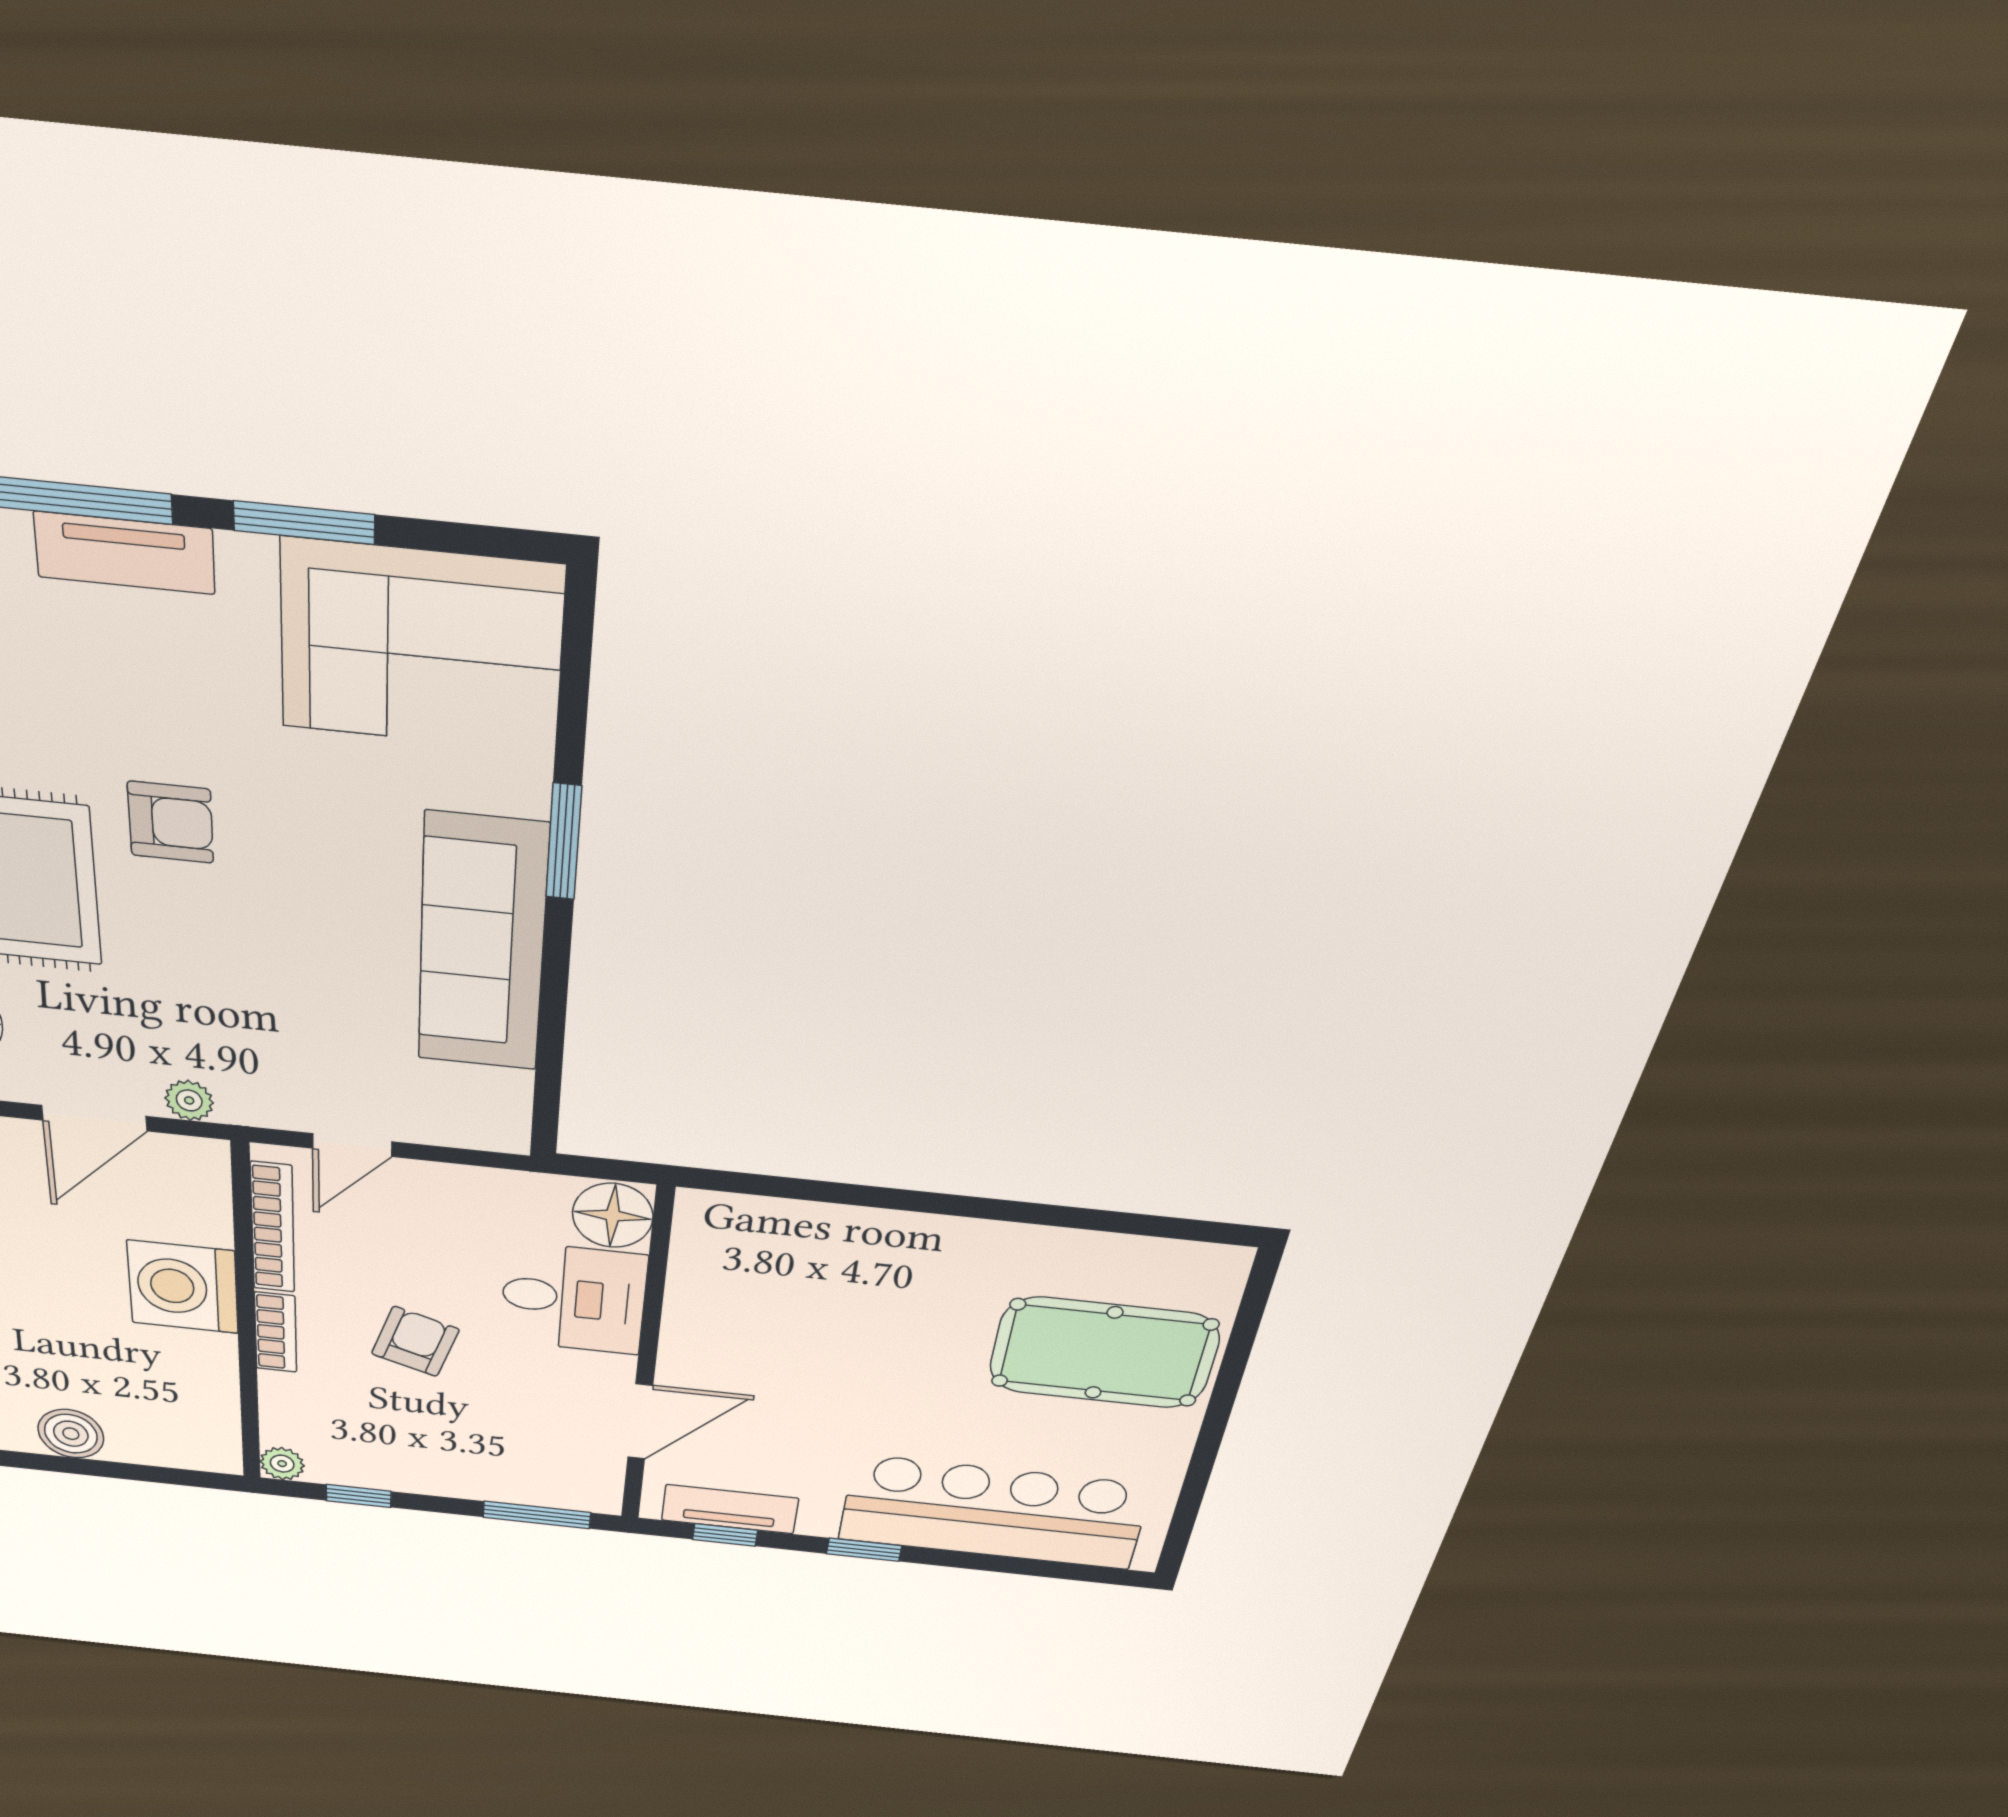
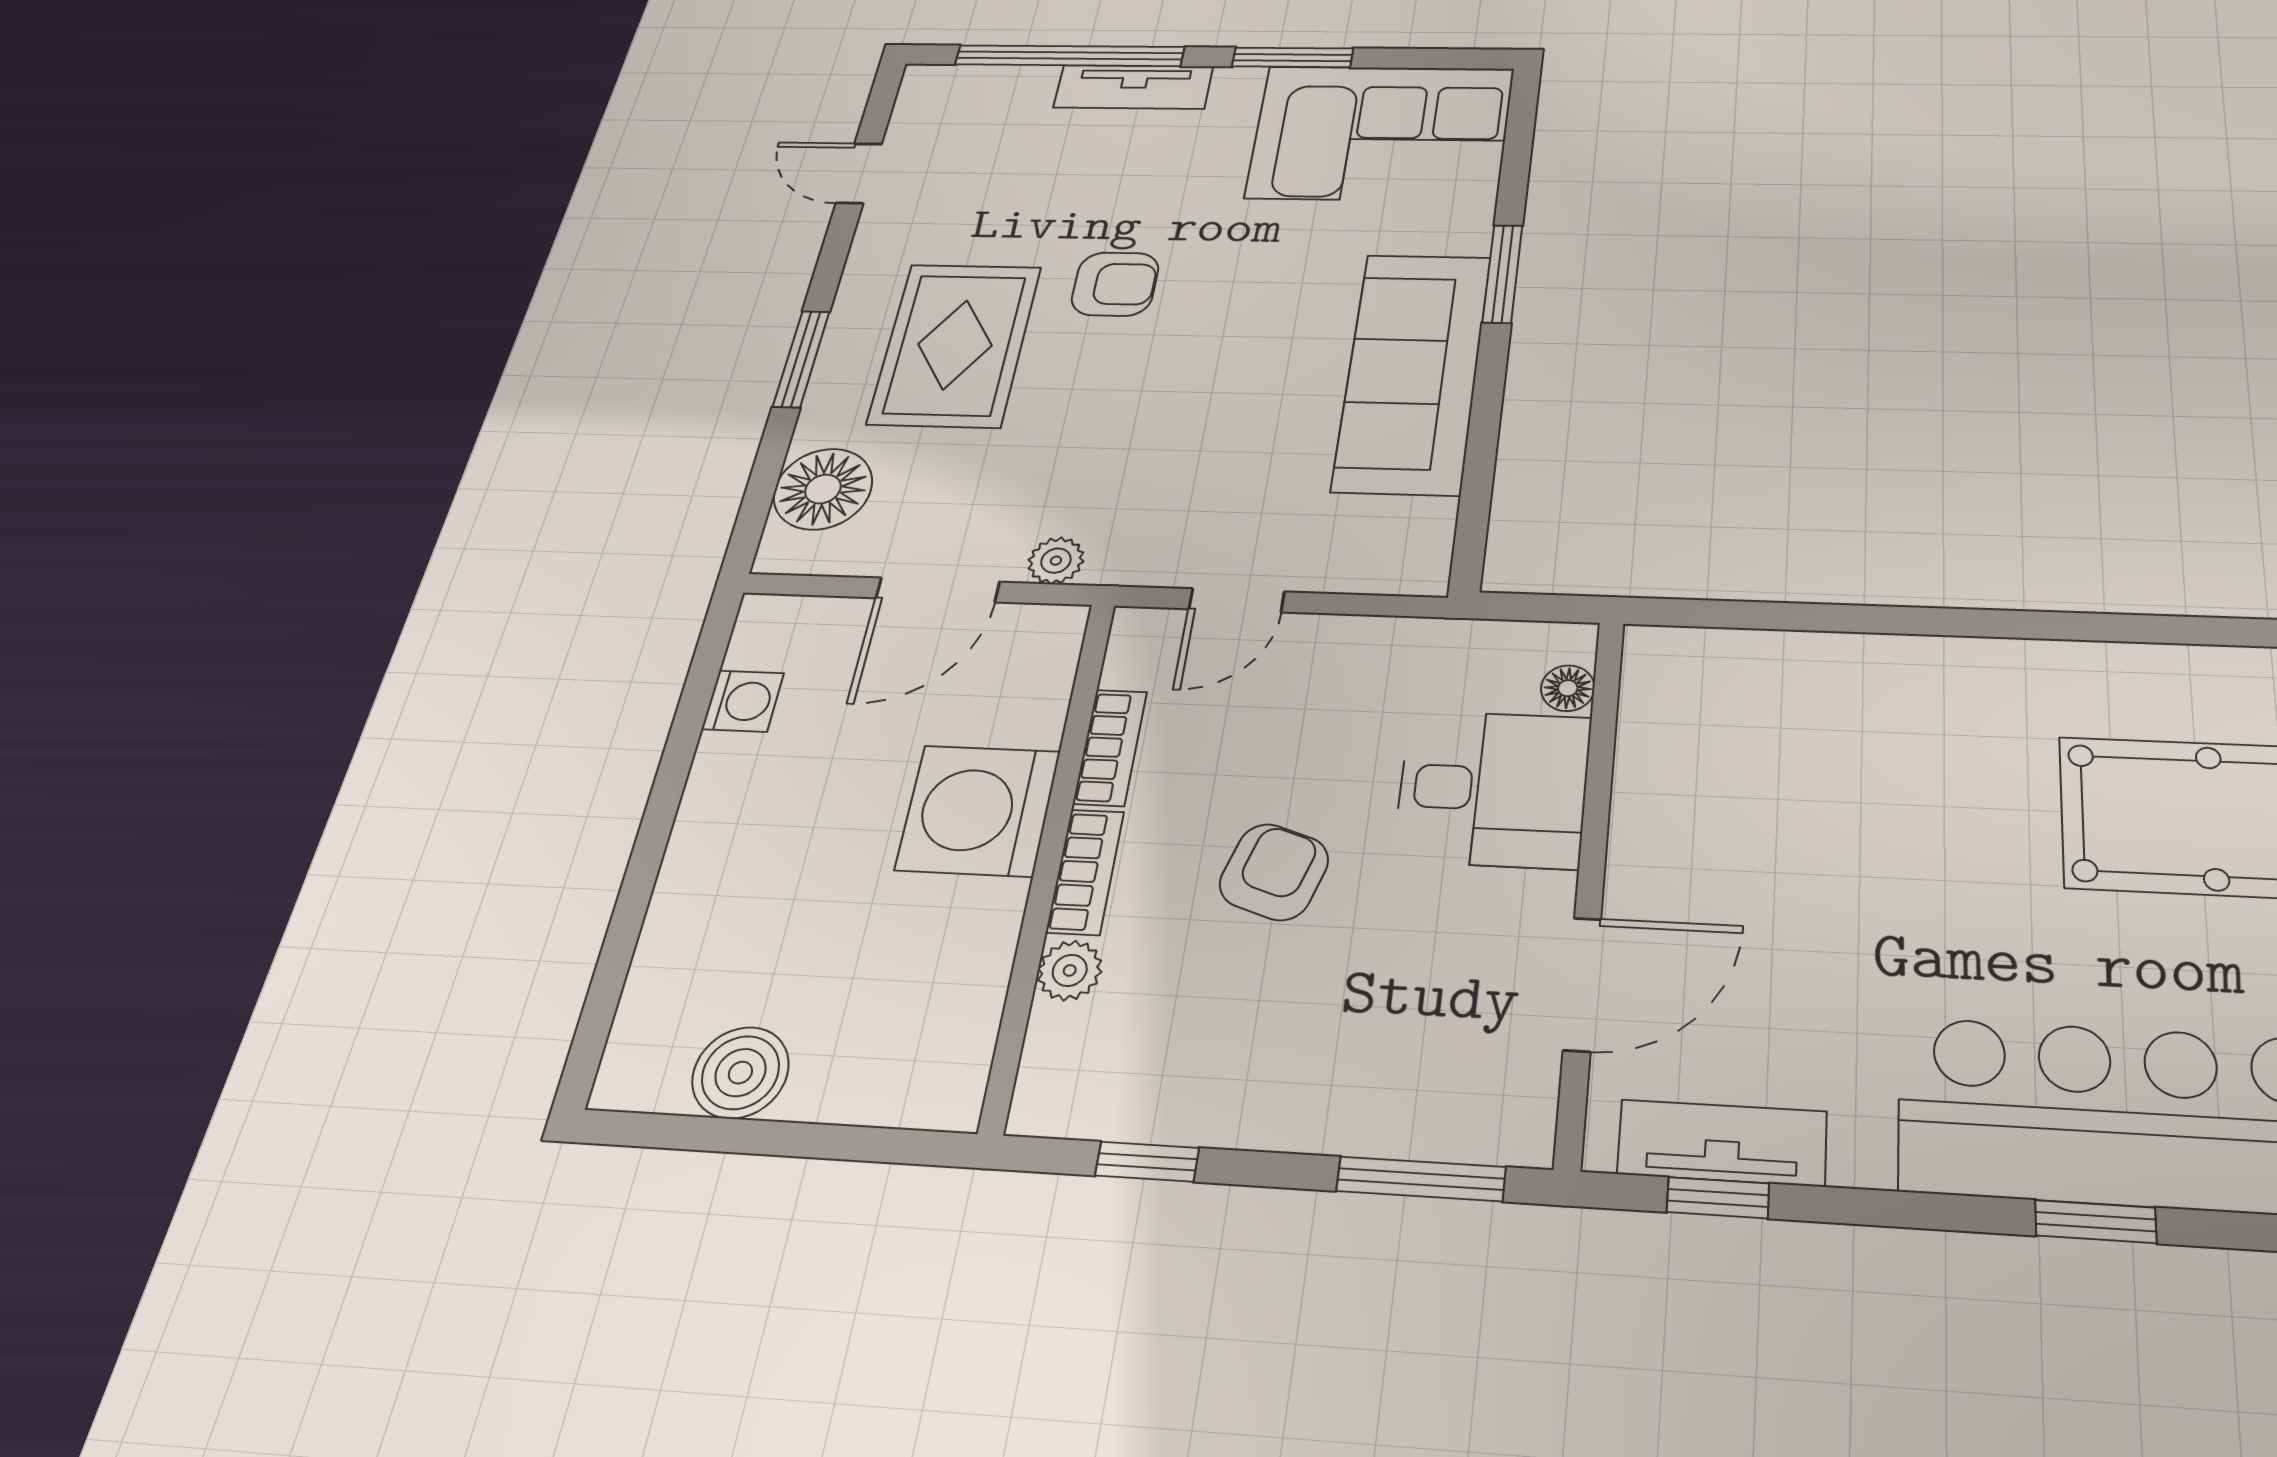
floor lamp: (613, 1215) -> (1568, 688), width x0.53, depth x0.53
bookcase: (273, 1228) -> (1110, 747), width x0.64
plant: (282, 1464) -> (1070, 970), moved
window: (864, 1550) -> (2096, 1222), moved

